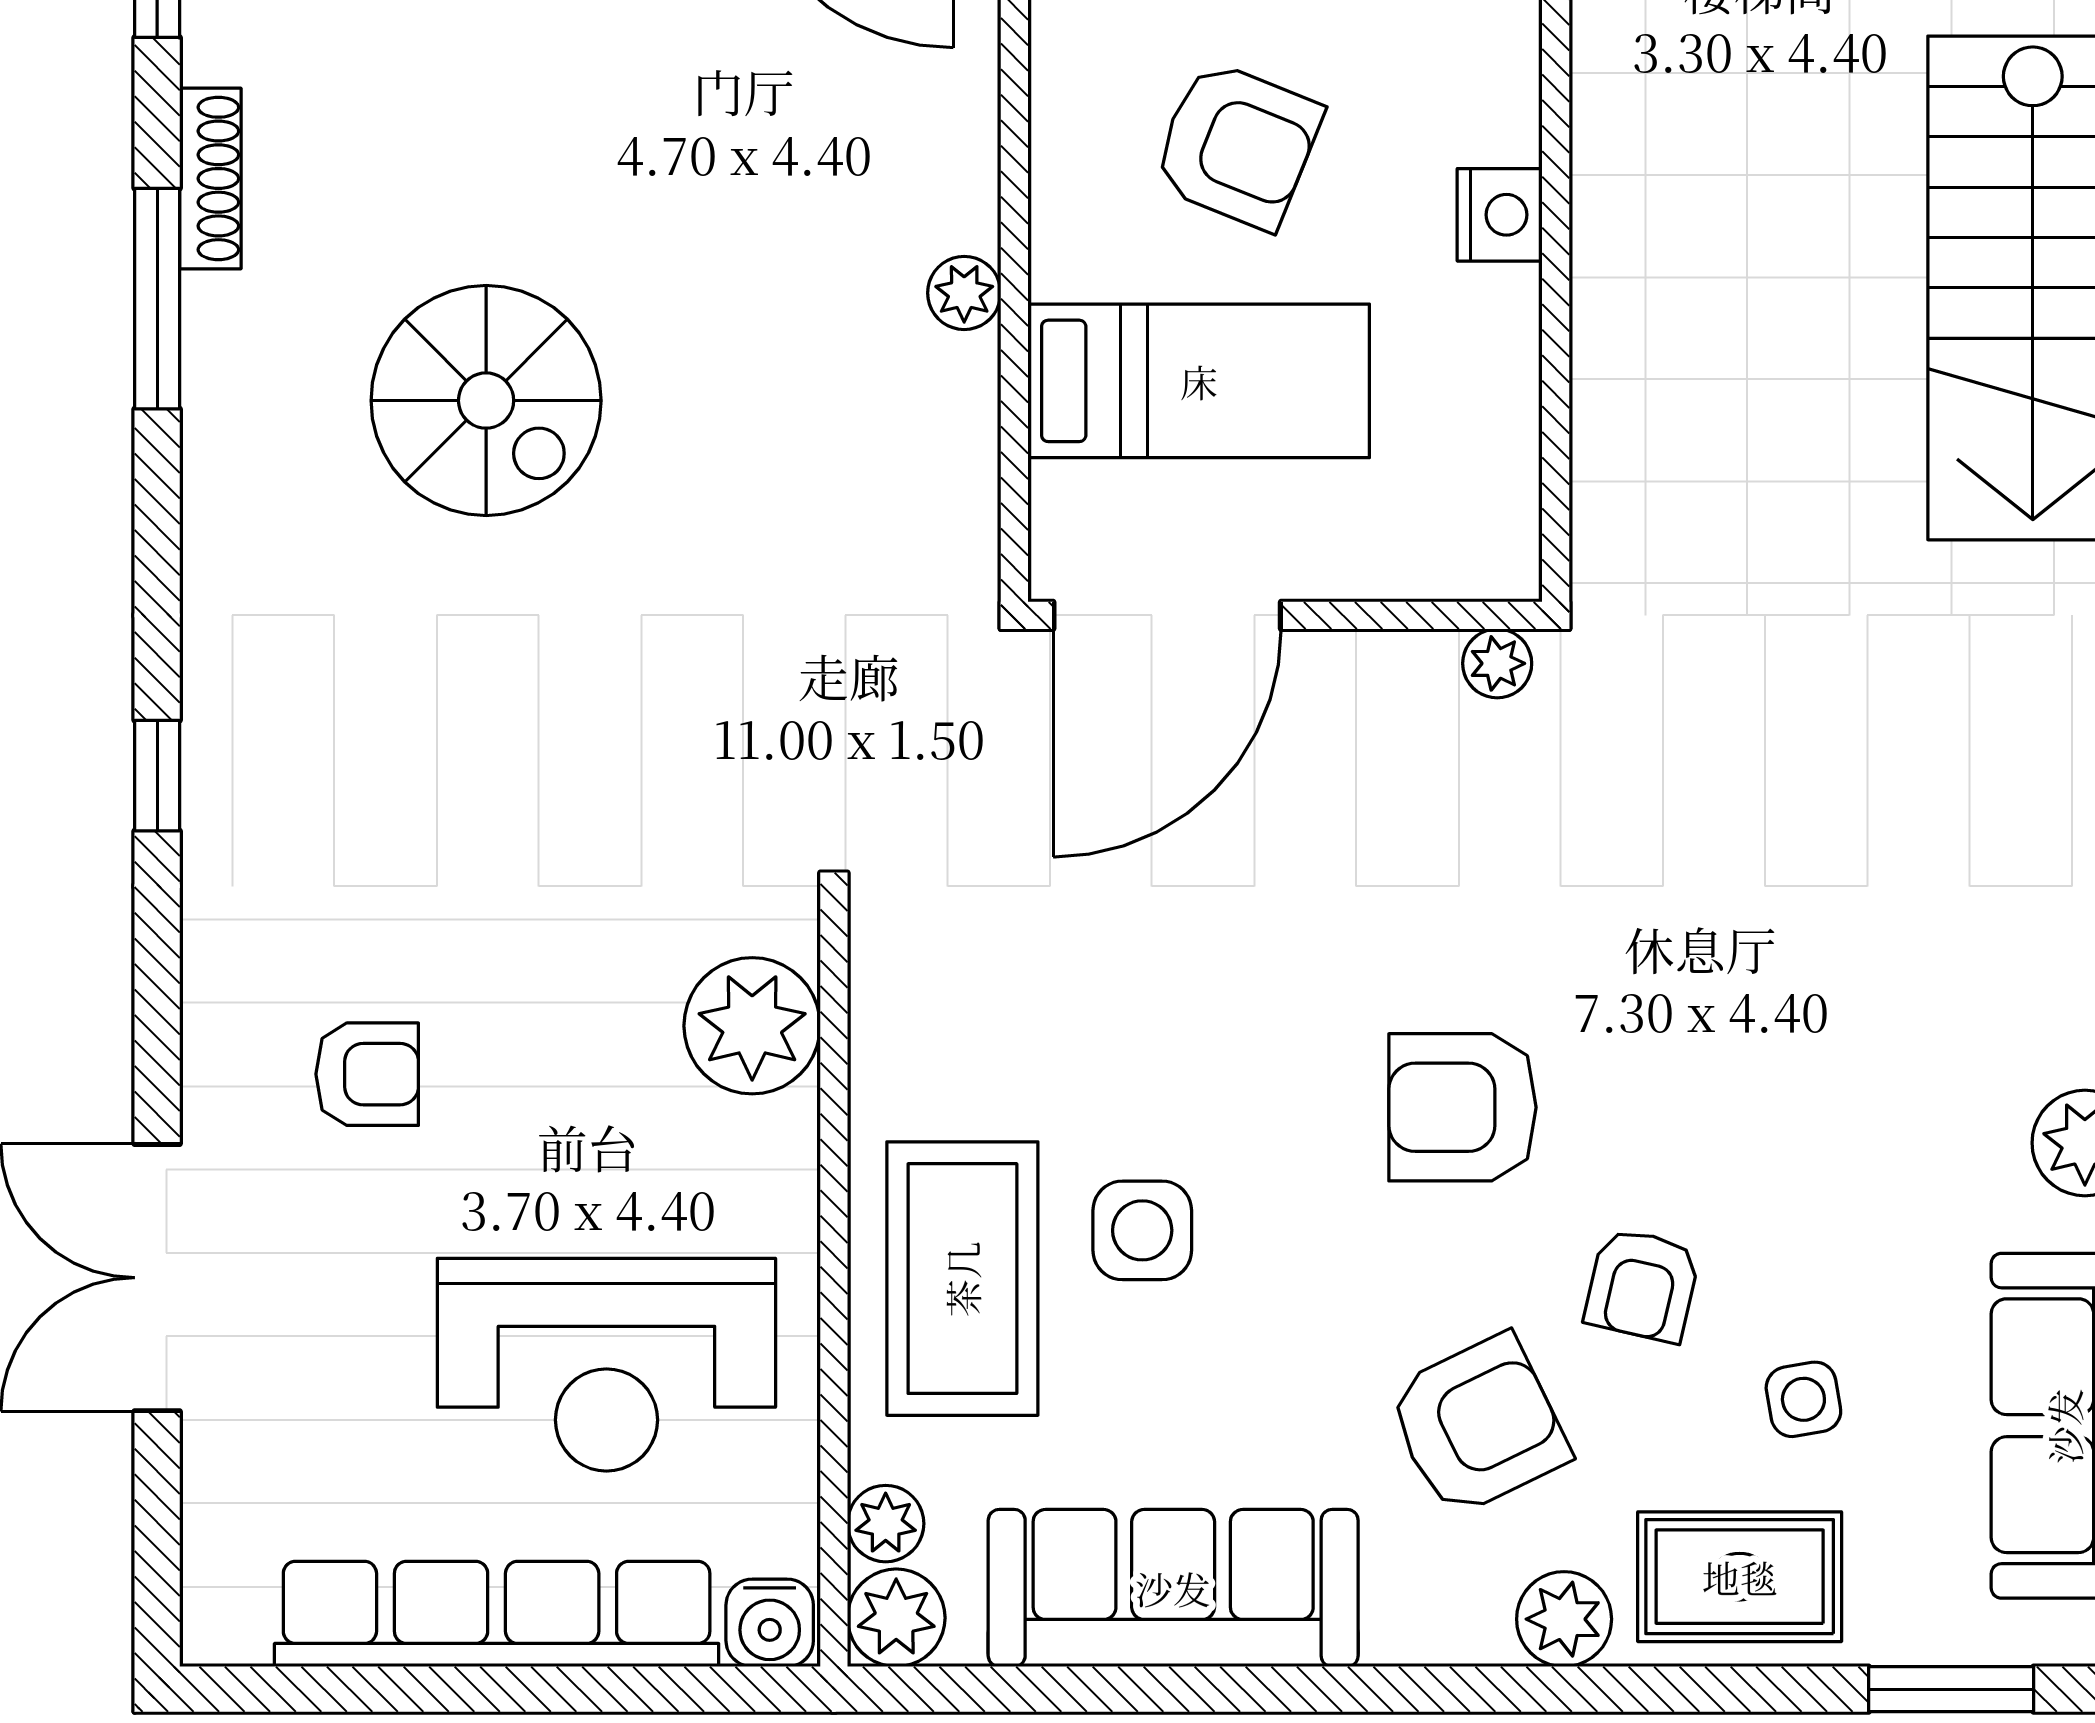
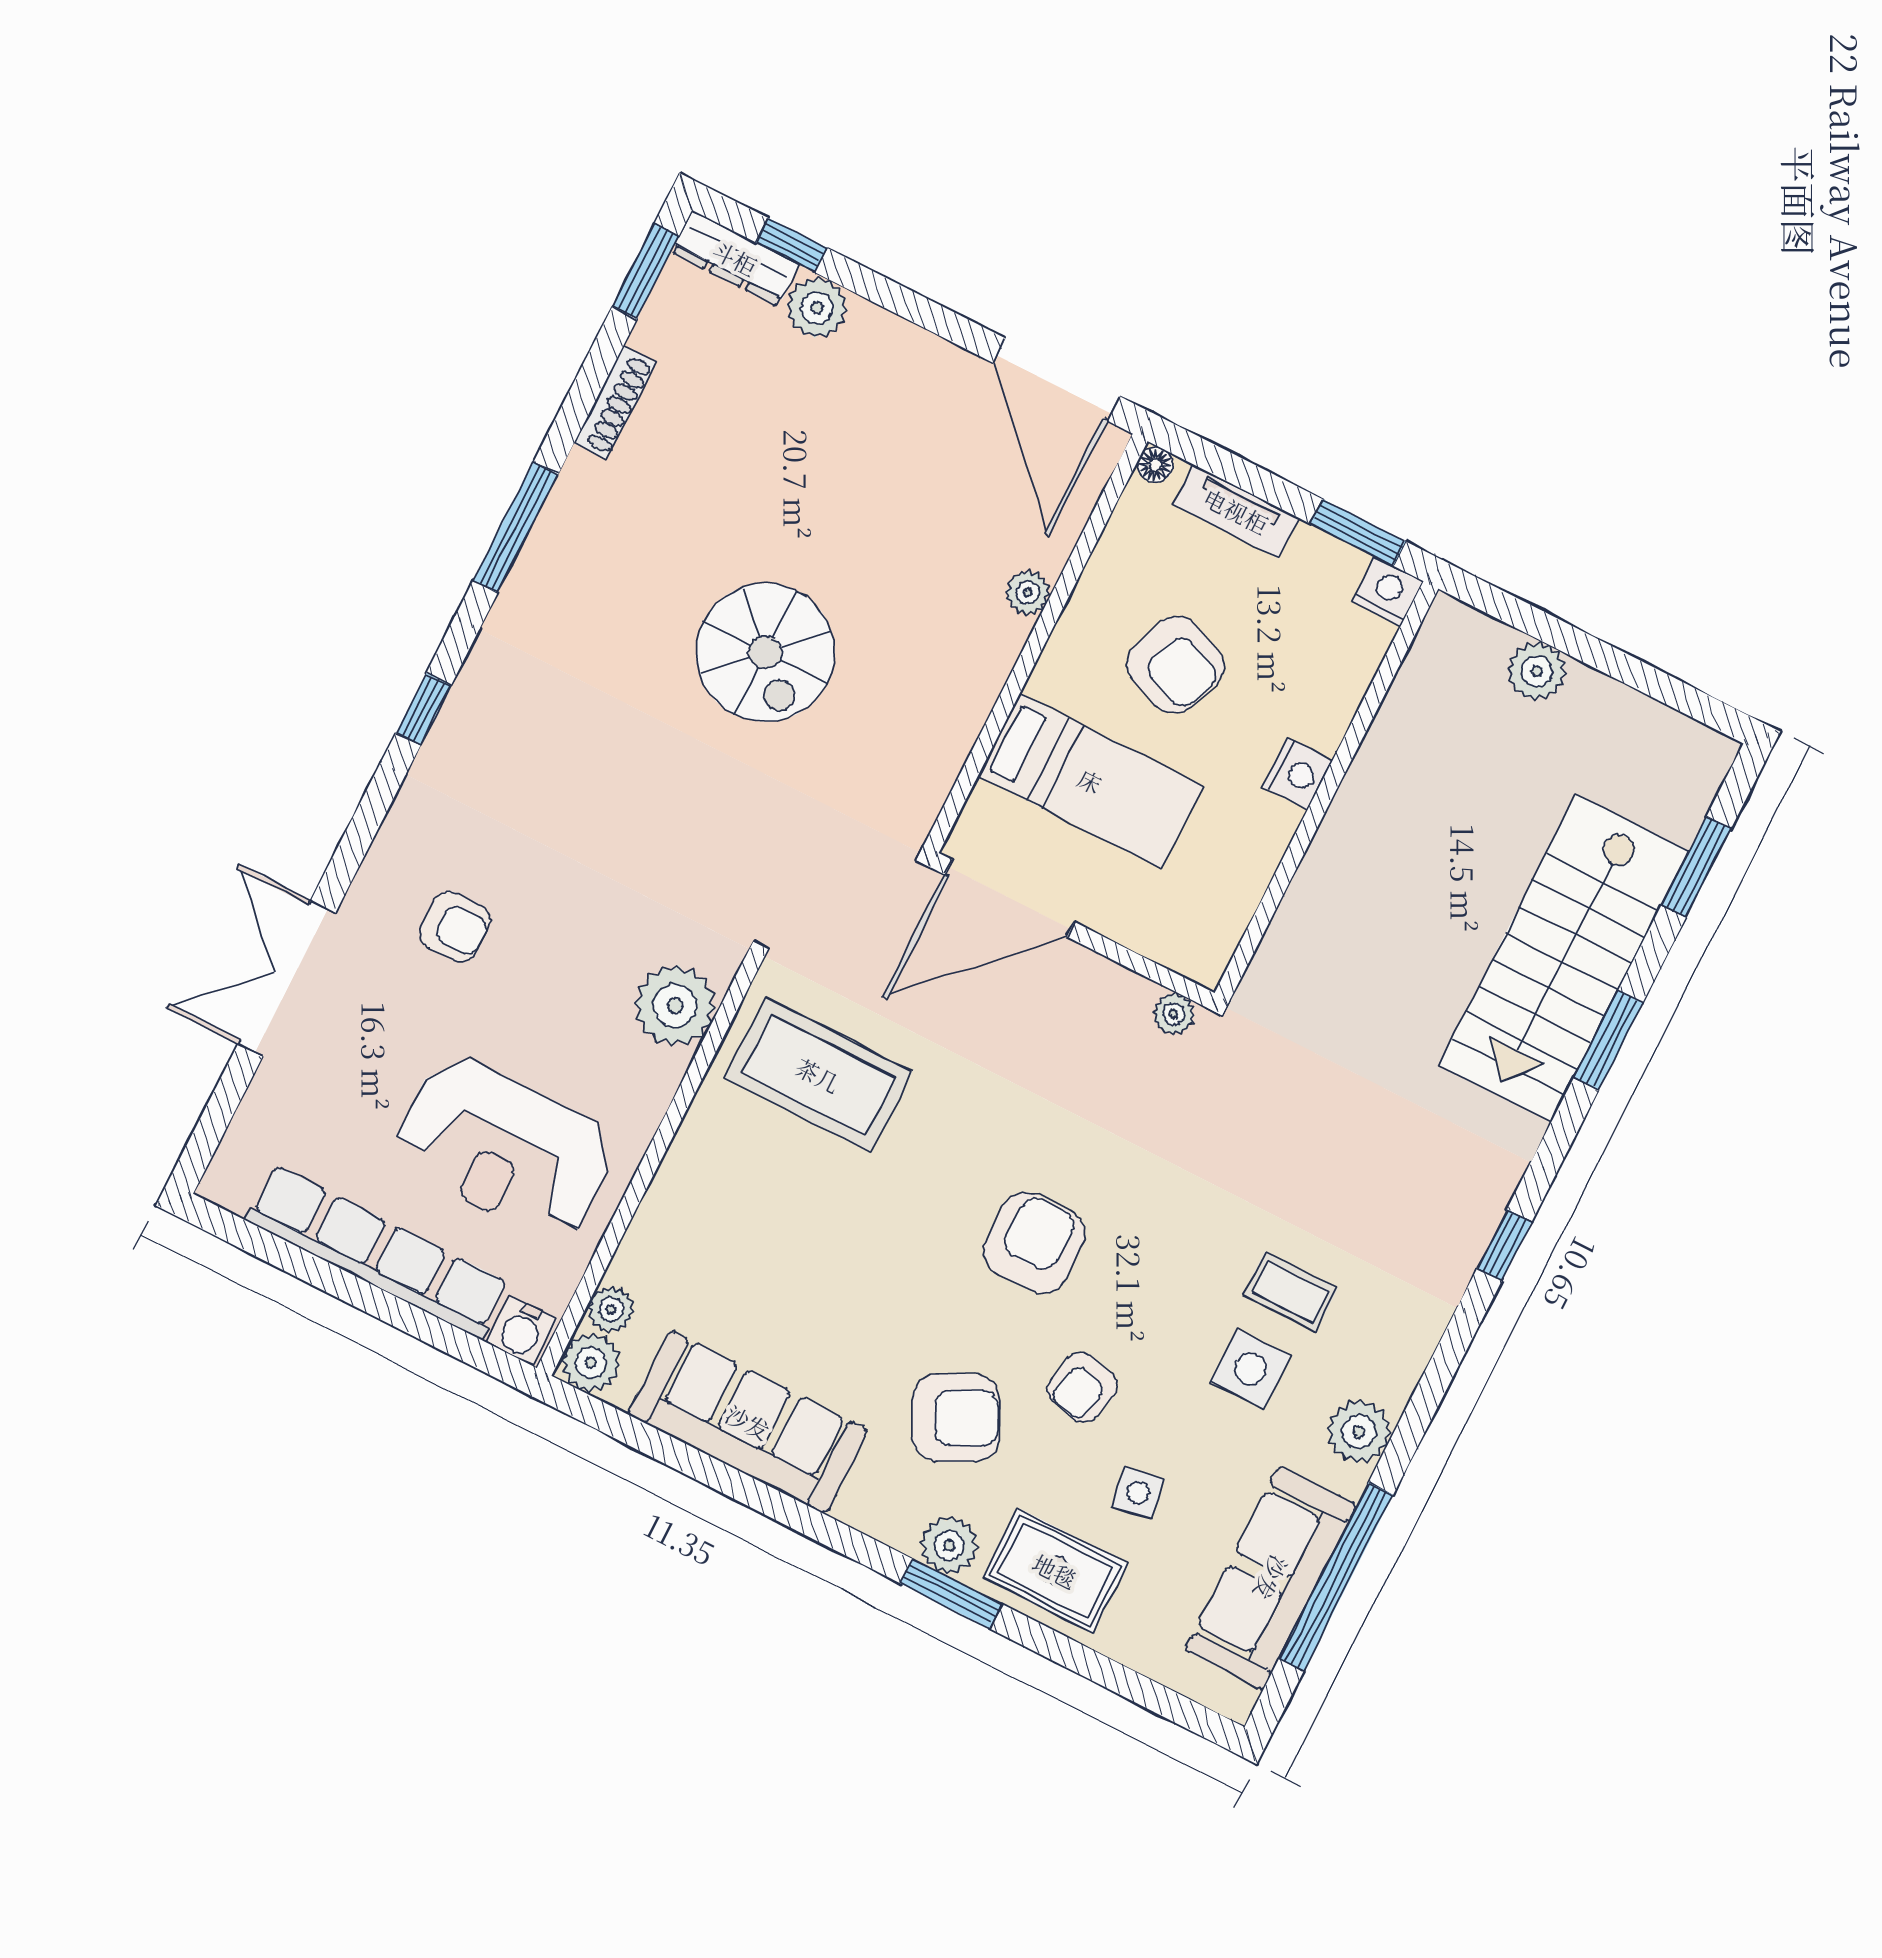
plant: (964, 293) -> (1028, 593), moved
window: (157, 299) -> (516, 527), moved
spiral stairs: (486, 401) -> (765, 652), moved
coffee table: (1878, 987) -> (1290, 1292), added
armchair: (1463, 1107) -> (1034, 1243), turned 90
side table: (1142, 1230) -> (1250, 1369), moved
coffee table: (962, 1279) -> (818, 1075), moved, turned 90
window: (1951, 1689) -> (951, 1594), moved

